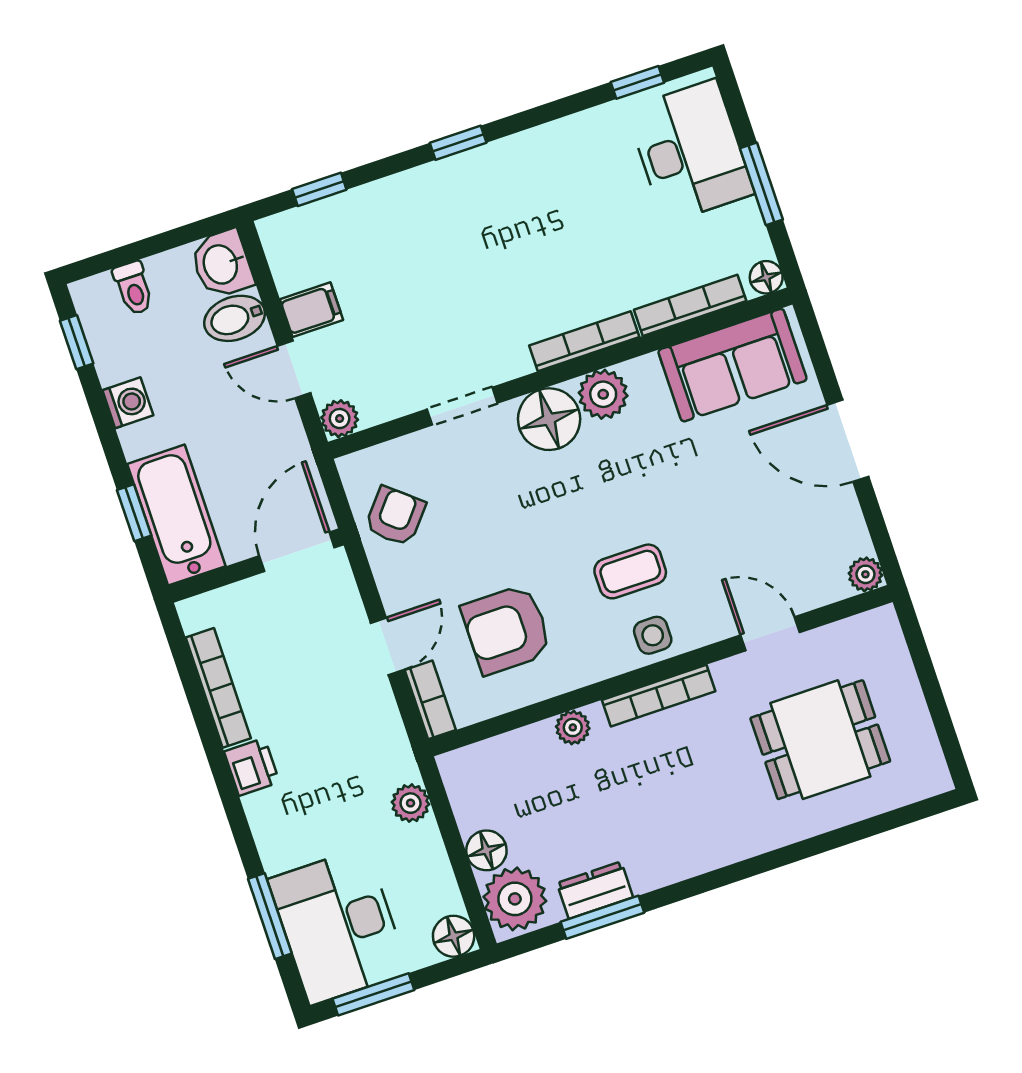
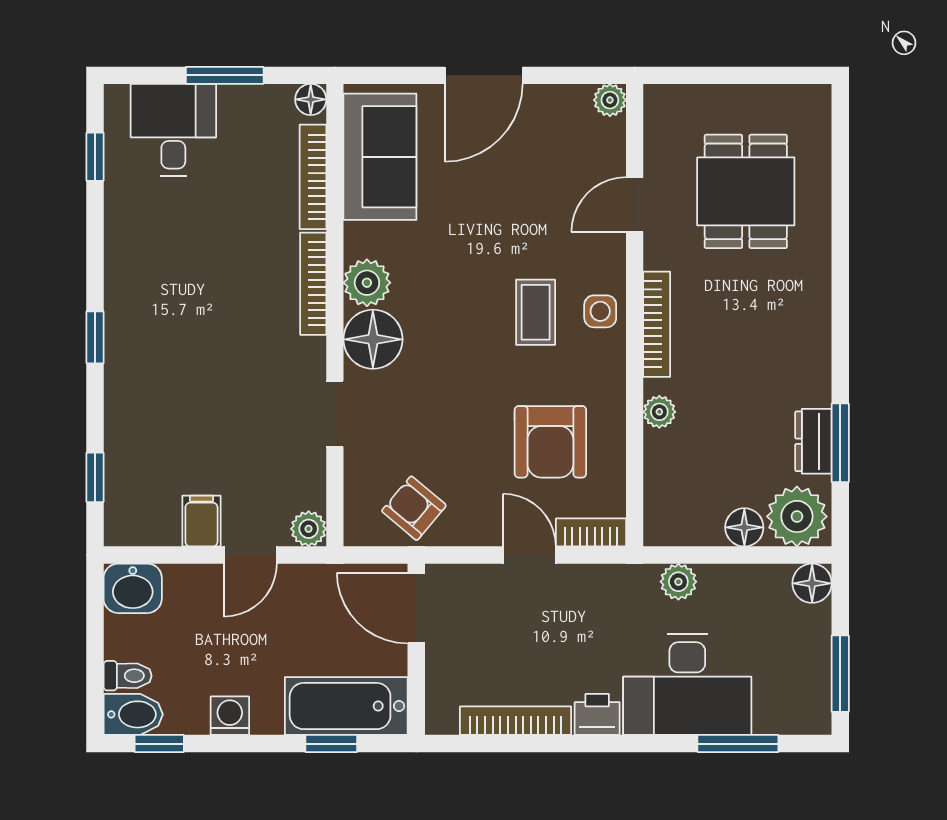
desk: (690, 151) -> (173, 130), width x0.73
bidet: (235, 318) -> (133, 714), moved, turned -90
desk: (338, 926) -> (687, 685), moved

